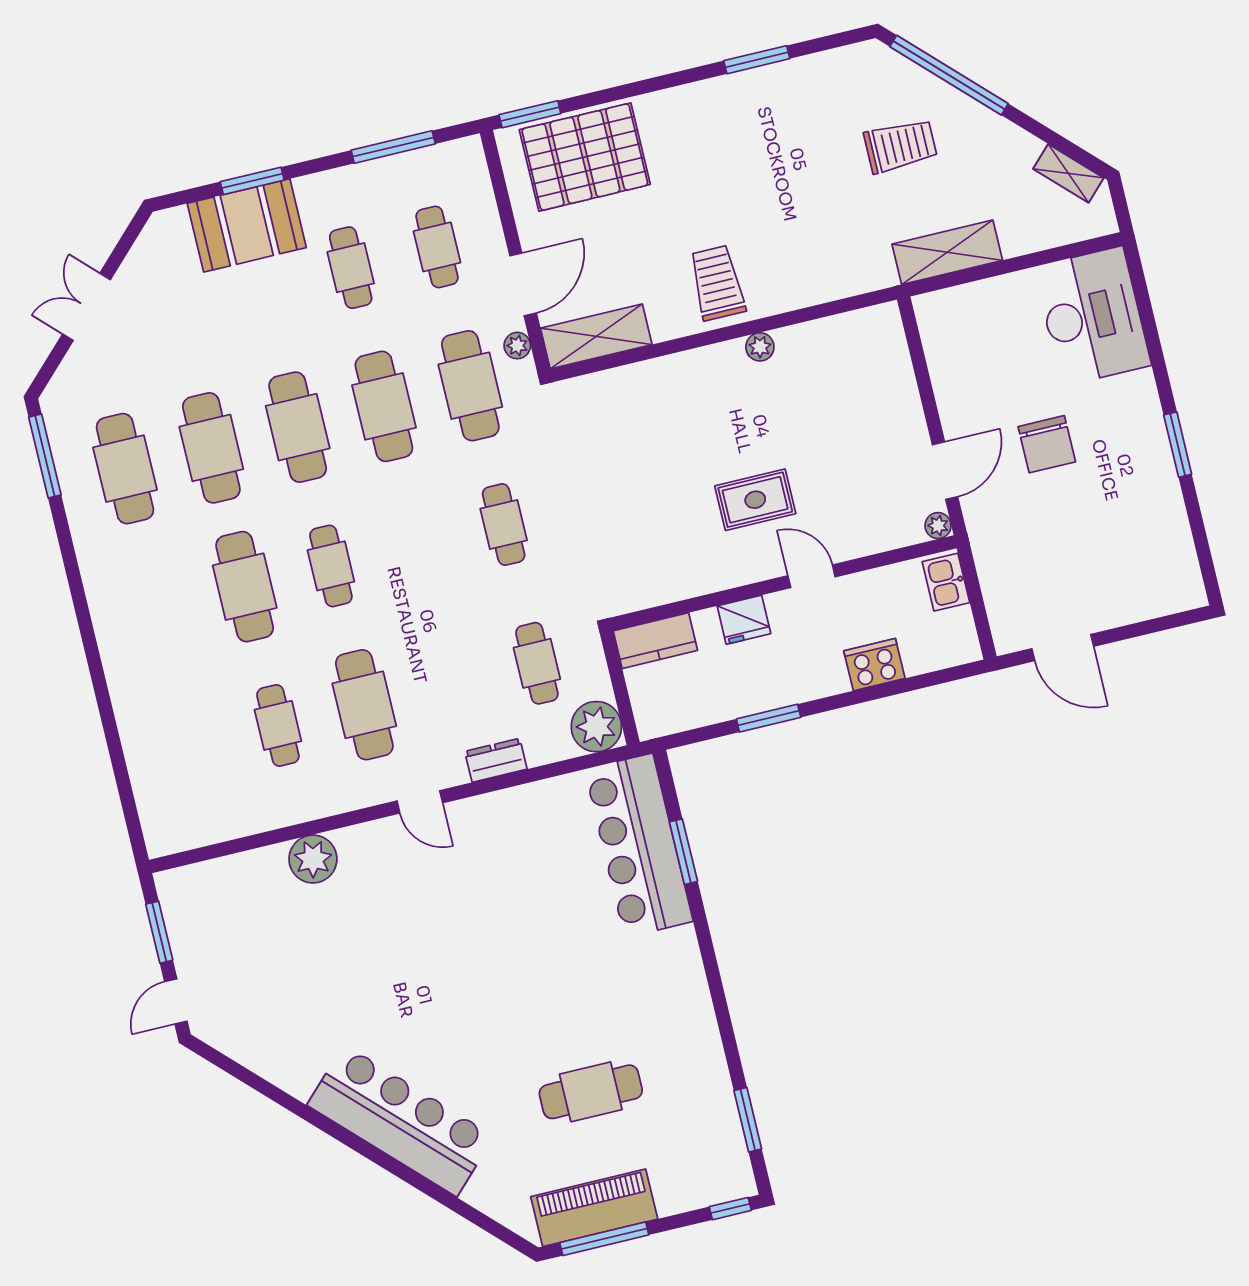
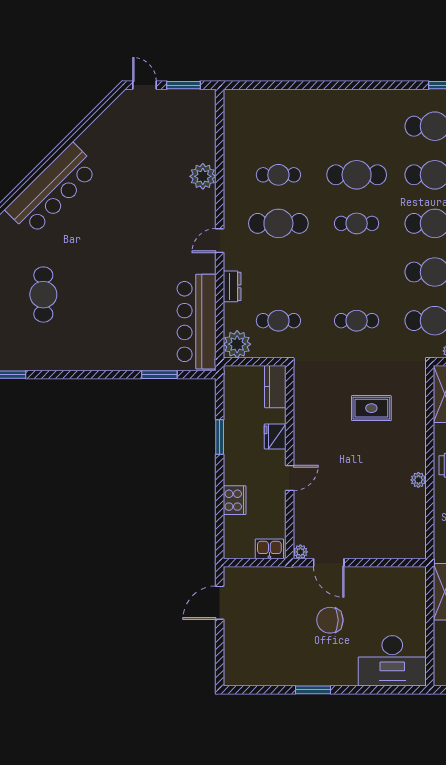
rug: (755, 500) -> (371, 408), moved, turned 90
bar counter: (639, 845) -> (197, 322), moved, turned -90

